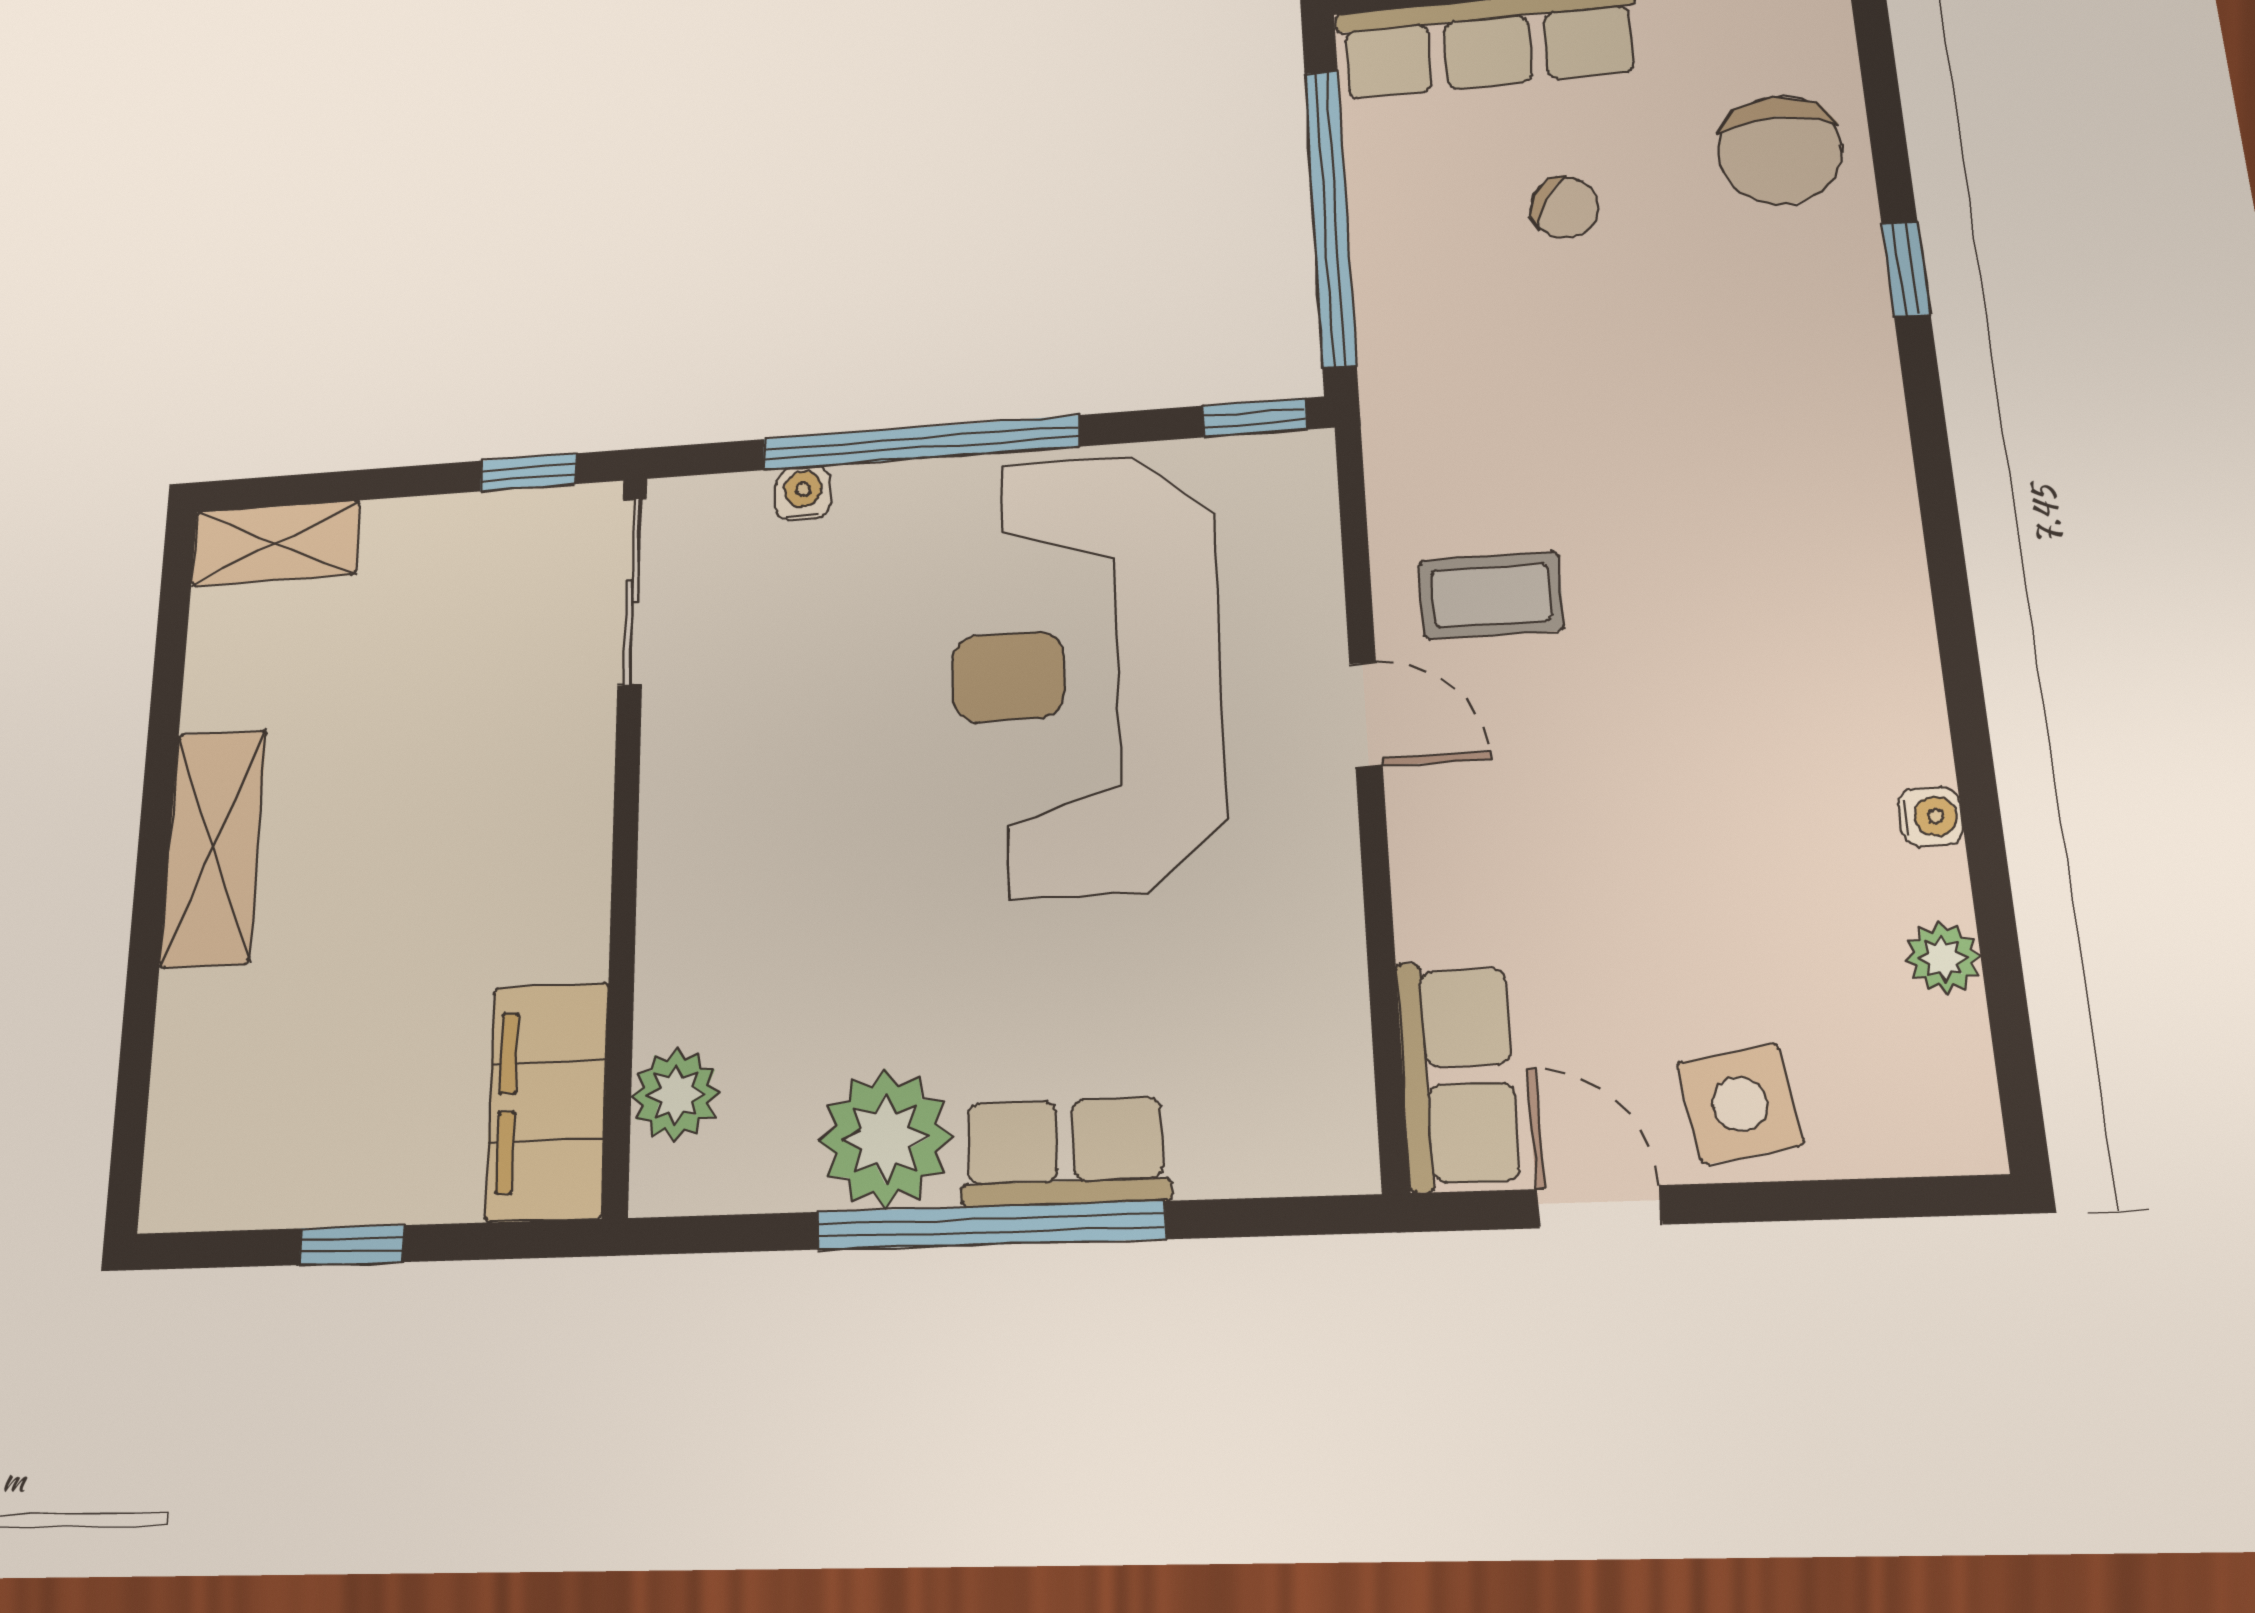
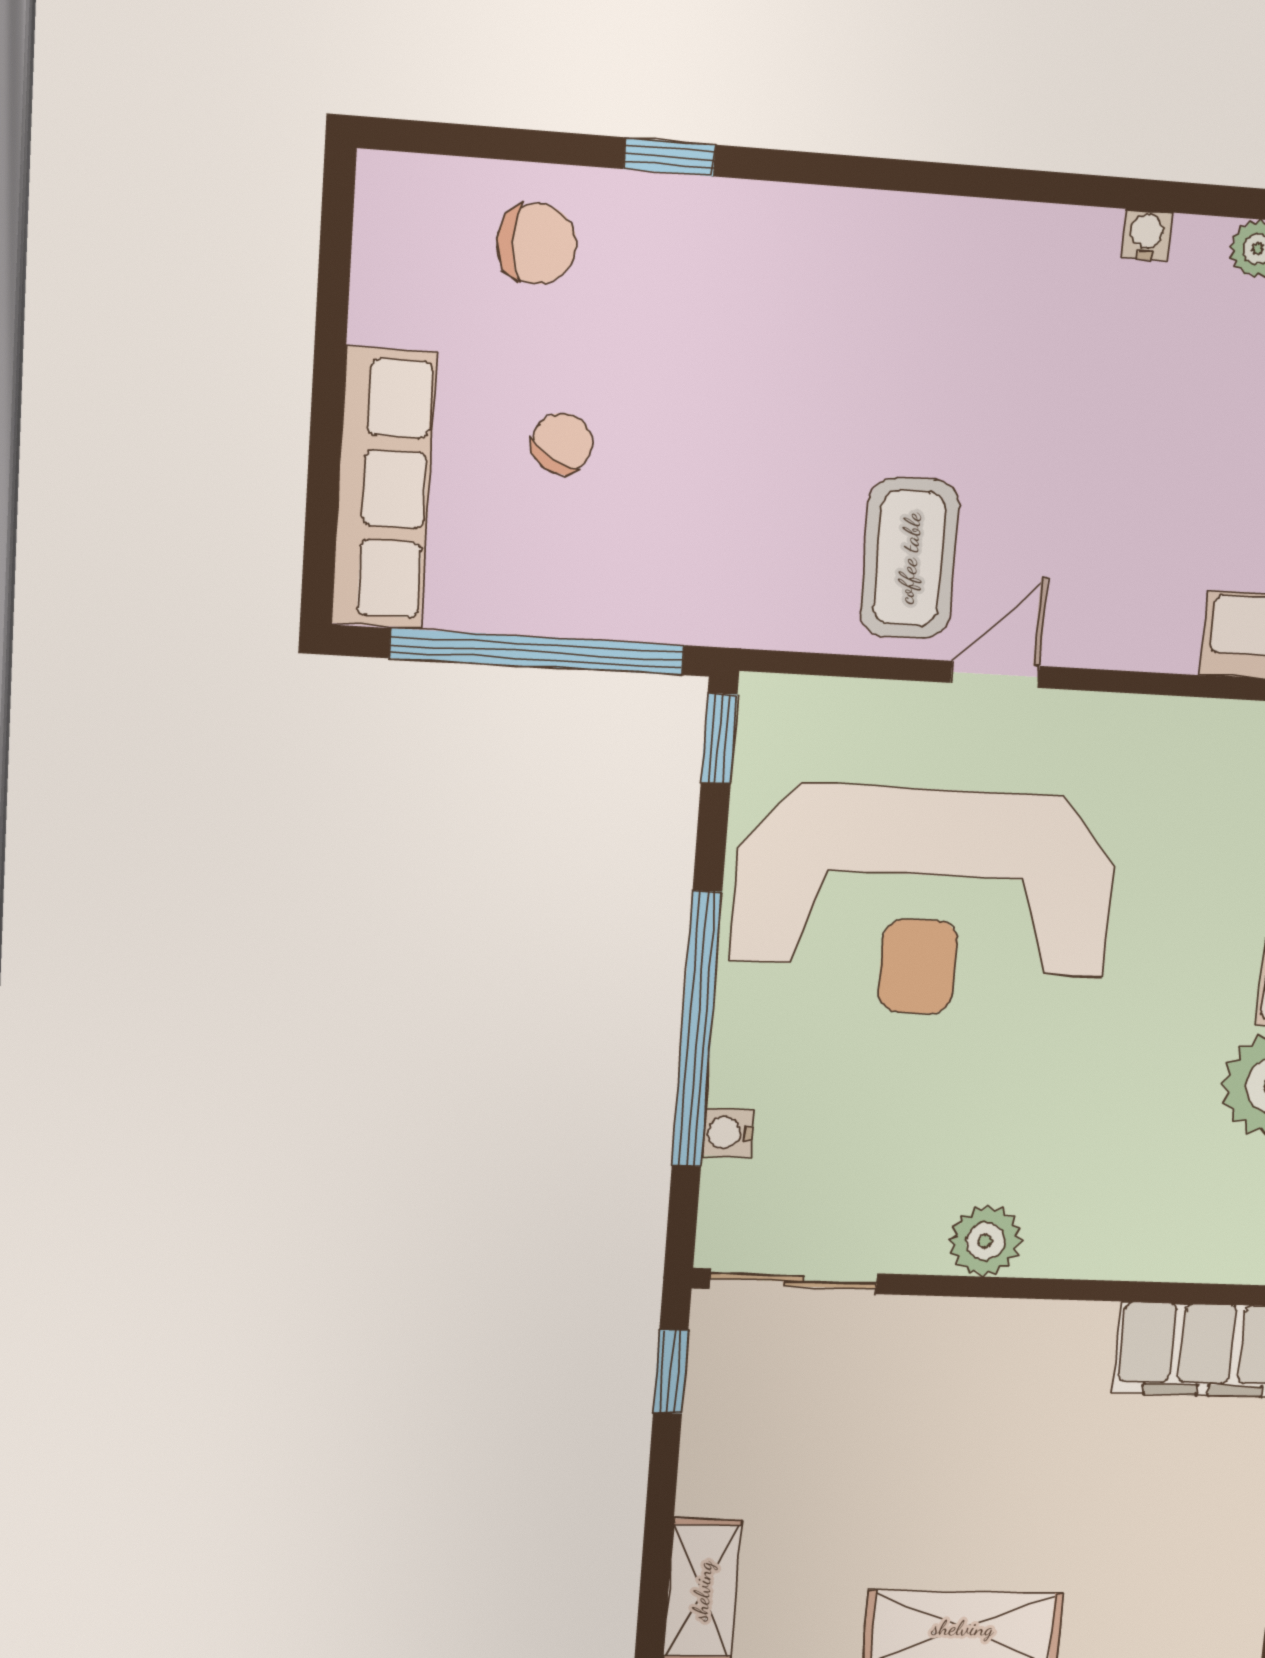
chair: (1780, 150) -> (537, 244), width x0.73, depth x0.73
coffee table: (1491, 595) -> (909, 558), width x1.36, depth x1.30
plant: (676, 1095) -> (985, 1241), moved

